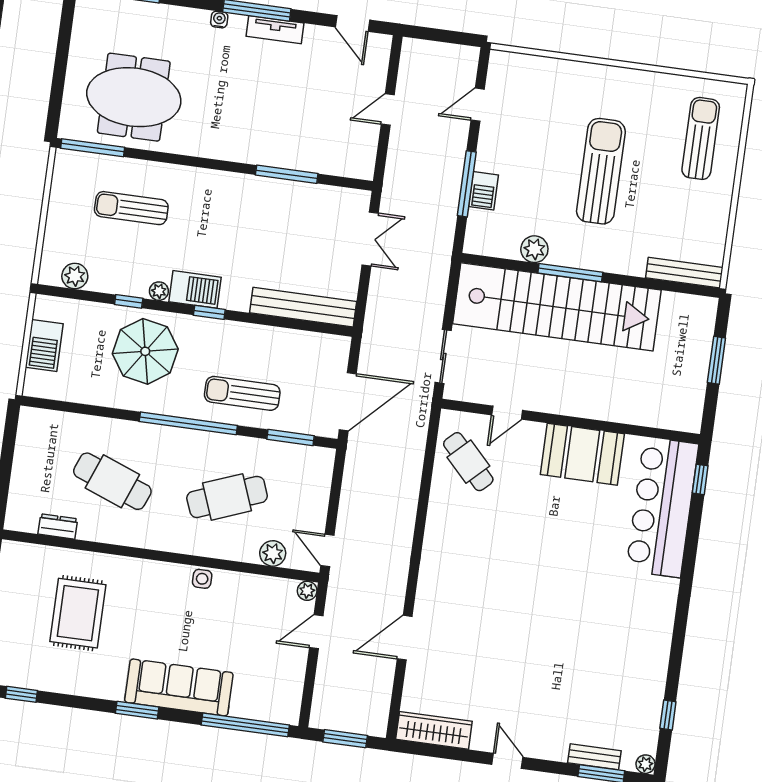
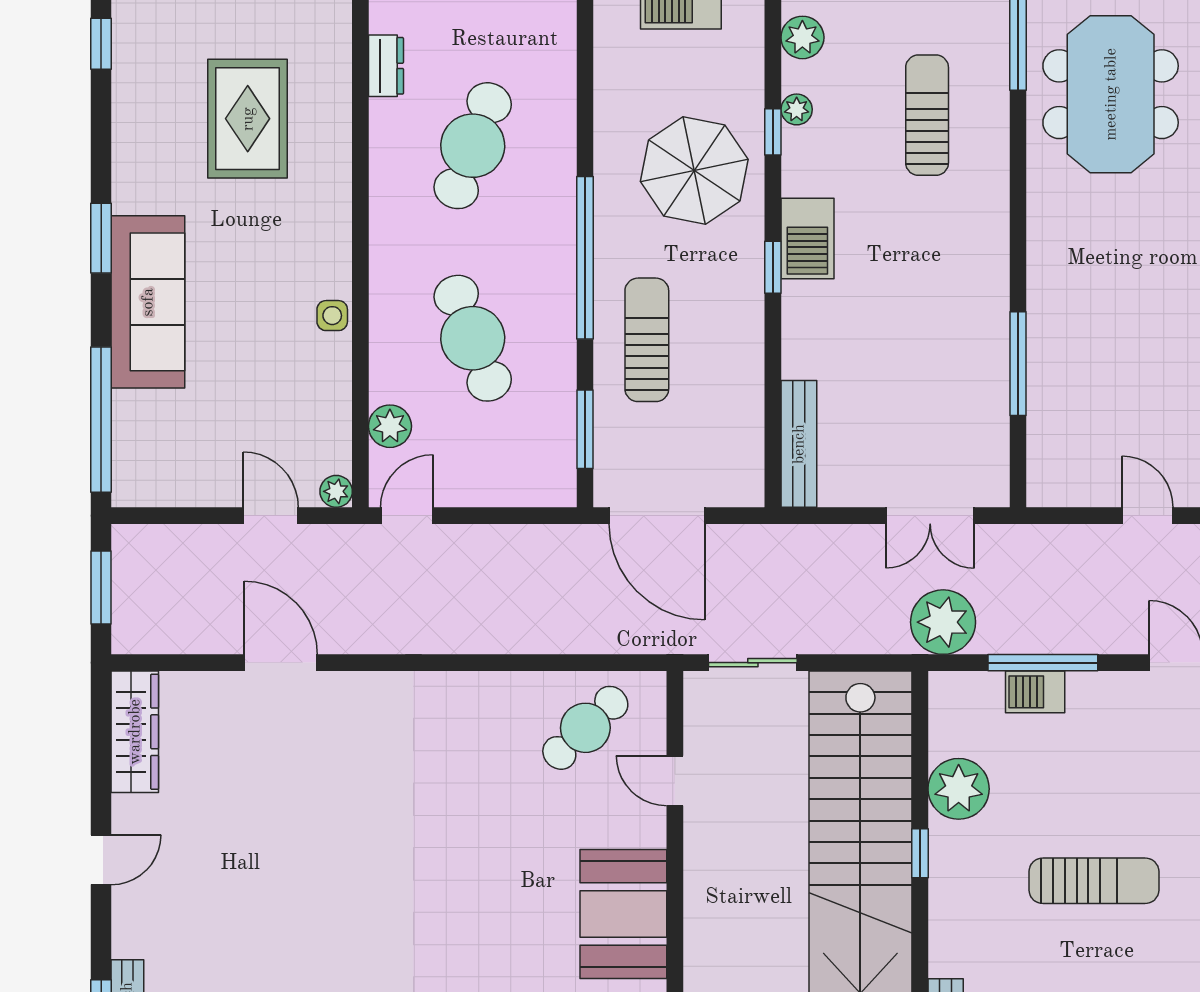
sun lounger: (601, 171) -> (1094, 881), width x0.73, depth x0.75
plant: (435, 240) -> (943, 622), added
plant: (534, 249) -> (959, 789), width x1.36, depth x1.36
window: (570, 273) -> (920, 853), width x0.46
plant: (159, 291) -> (797, 109), moved
bench: (303, 307) -> (799, 444), width x0.73, depth x0.82
rug: (78, 613) -> (248, 119), turned 90

